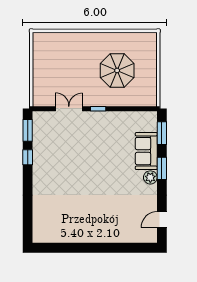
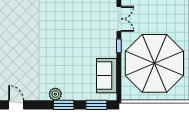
parasol: (117, 70) -> (154, 63), width x1.86, depth x1.86
sofa: (146, 151) -> (107, 76), moved, turned -90

